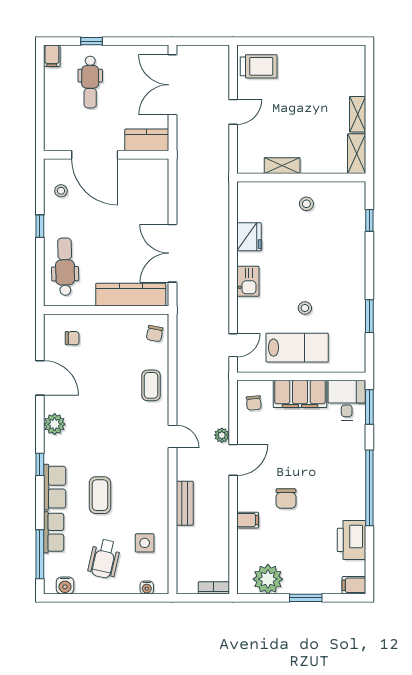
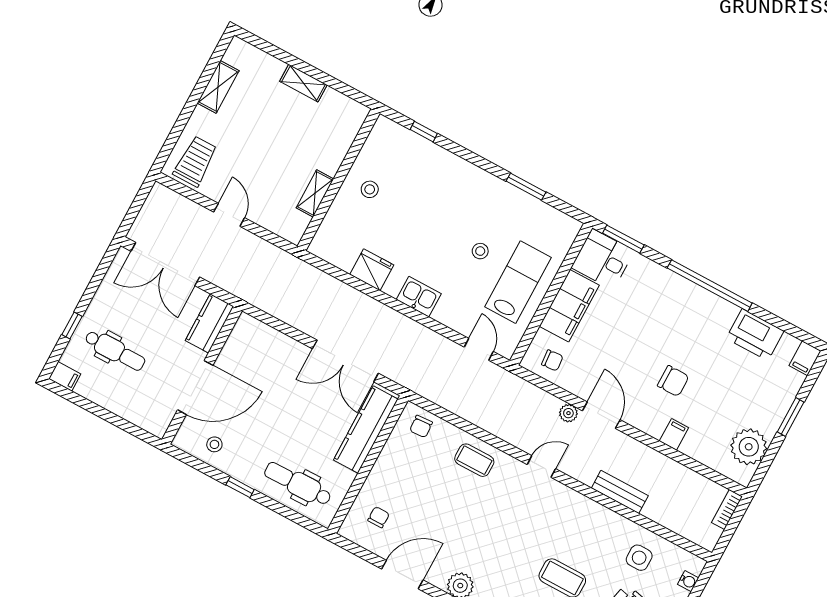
shelving: (357, 154) -> (218, 87), moved, turned 90
chair: (155, 334) -> (421, 426), turned 75

